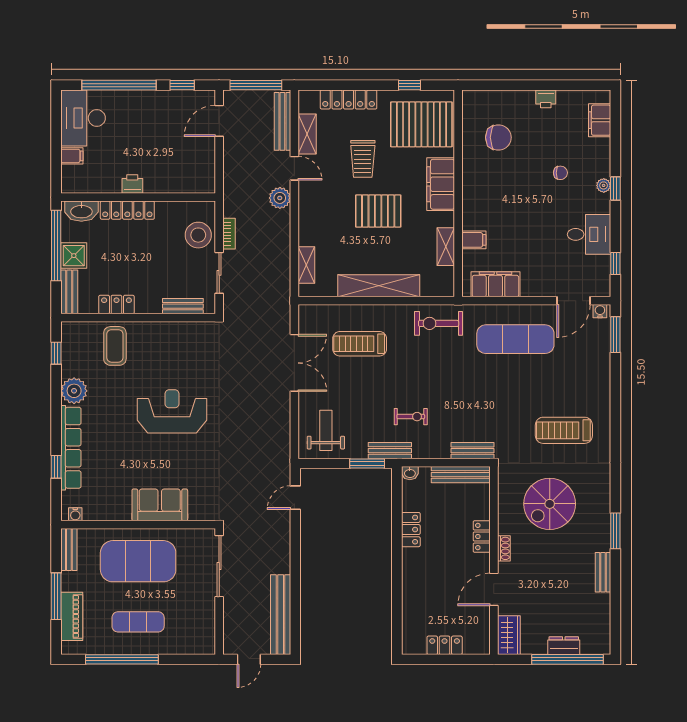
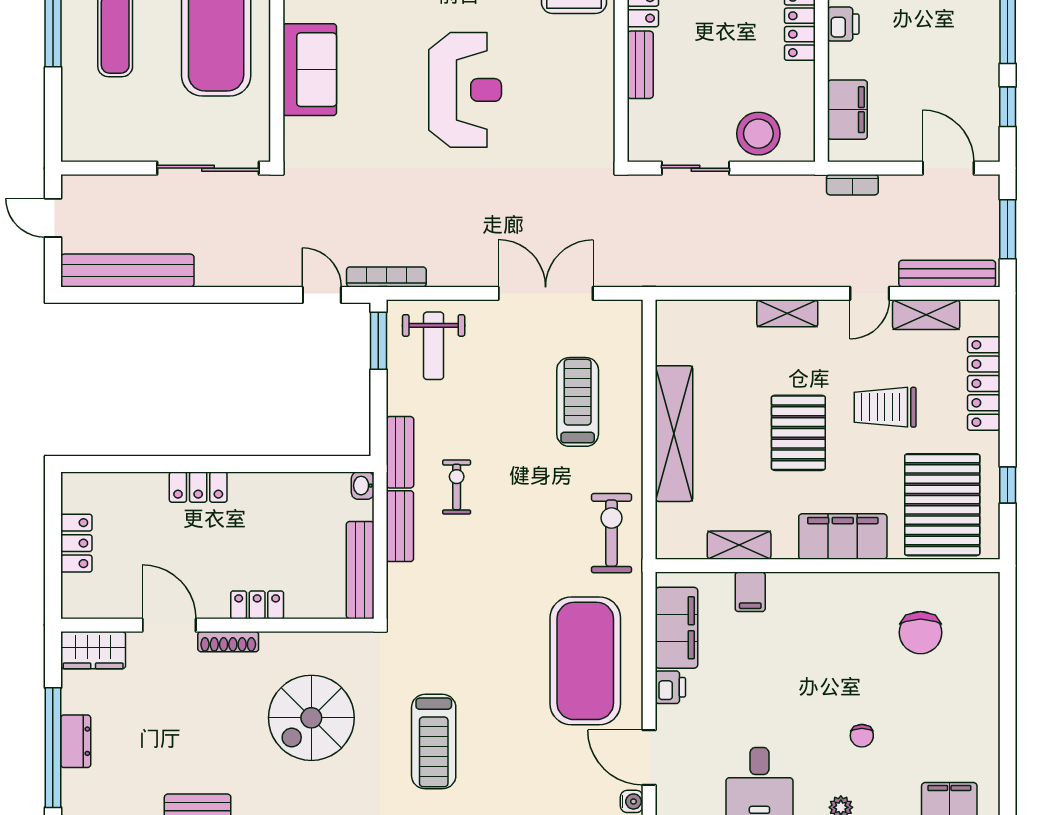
window: (256, 85) -> (1008, 229), width x0.69
printer: (546, 99) -> (670, 687), moved, turned 180
filing cabinet: (184, 181) -> (847, 110), added
plant: (280, 198) -> (820, 269), removed
bookcase: (229, 234) -> (852, 185), moved
shelving: (306, 265) -> (787, 313), moved
bench: (183, 306) -> (640, 65), moved
exercise mat: (515, 339) -> (585, 661), width x1.47
double door: (294, 363) -> (546, 293), swing flipped
exercise bike: (411, 417) -> (457, 487), turned 180
weight bench: (326, 430) -> (434, 346), turned 90
treadmill: (564, 430) -> (434, 742), turned 180
bench: (472, 451) -> (400, 526), moved
bookcase: (284, 459) -> (386, 277), added
window: (367, 464) -> (378, 341), moved
spiral stairs: (550, 504) -> (311, 718), turned -90
locker: (411, 530) -> (198, 487), moved
shoe rack: (504, 548) -> (228, 642), width x1.43

